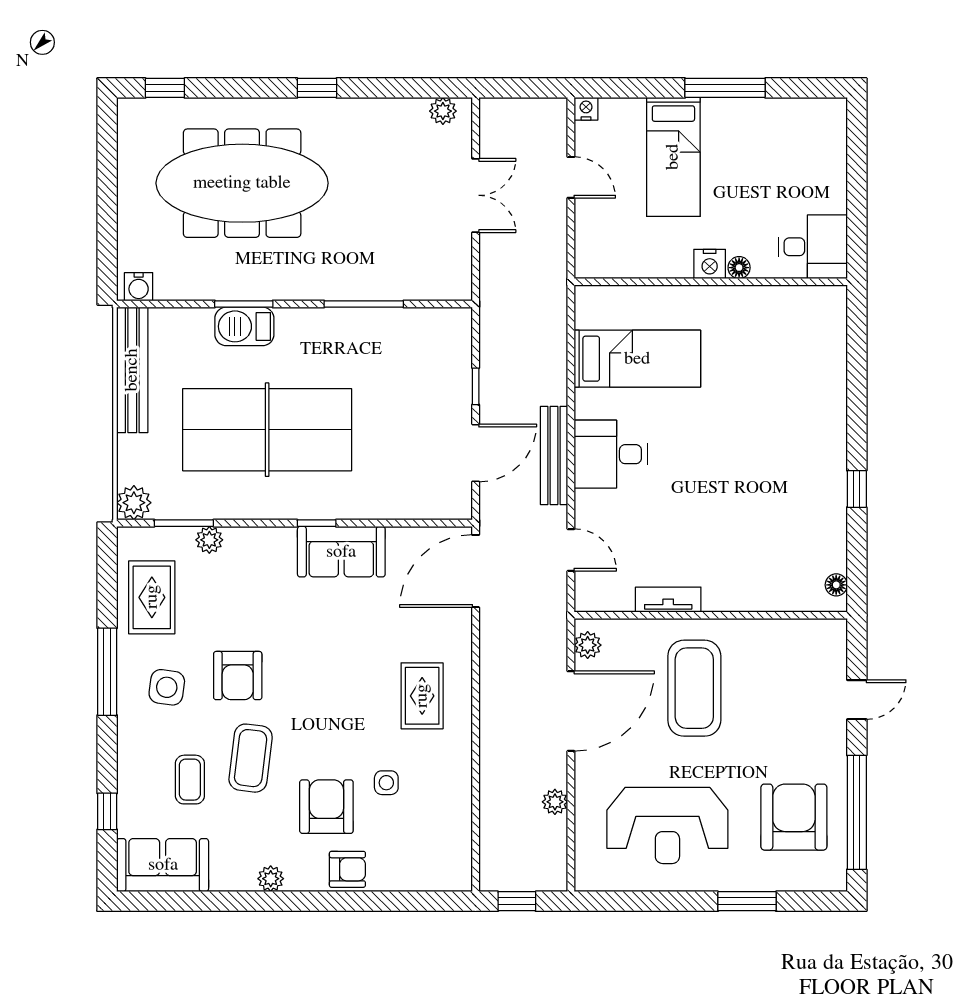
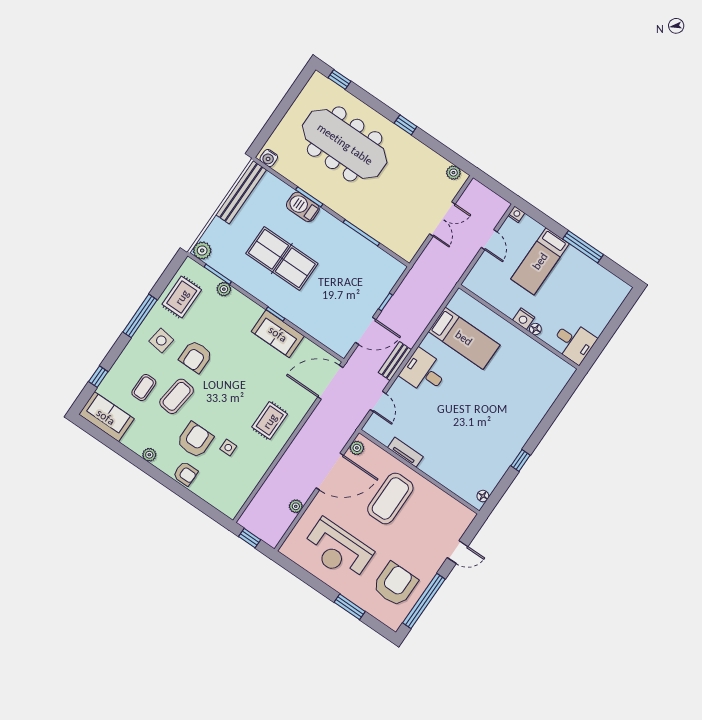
table tennis table: (267, 430) -> (282, 259), width x0.73, depth x0.76
bench: (554, 455) -> (395, 361), width x0.73

